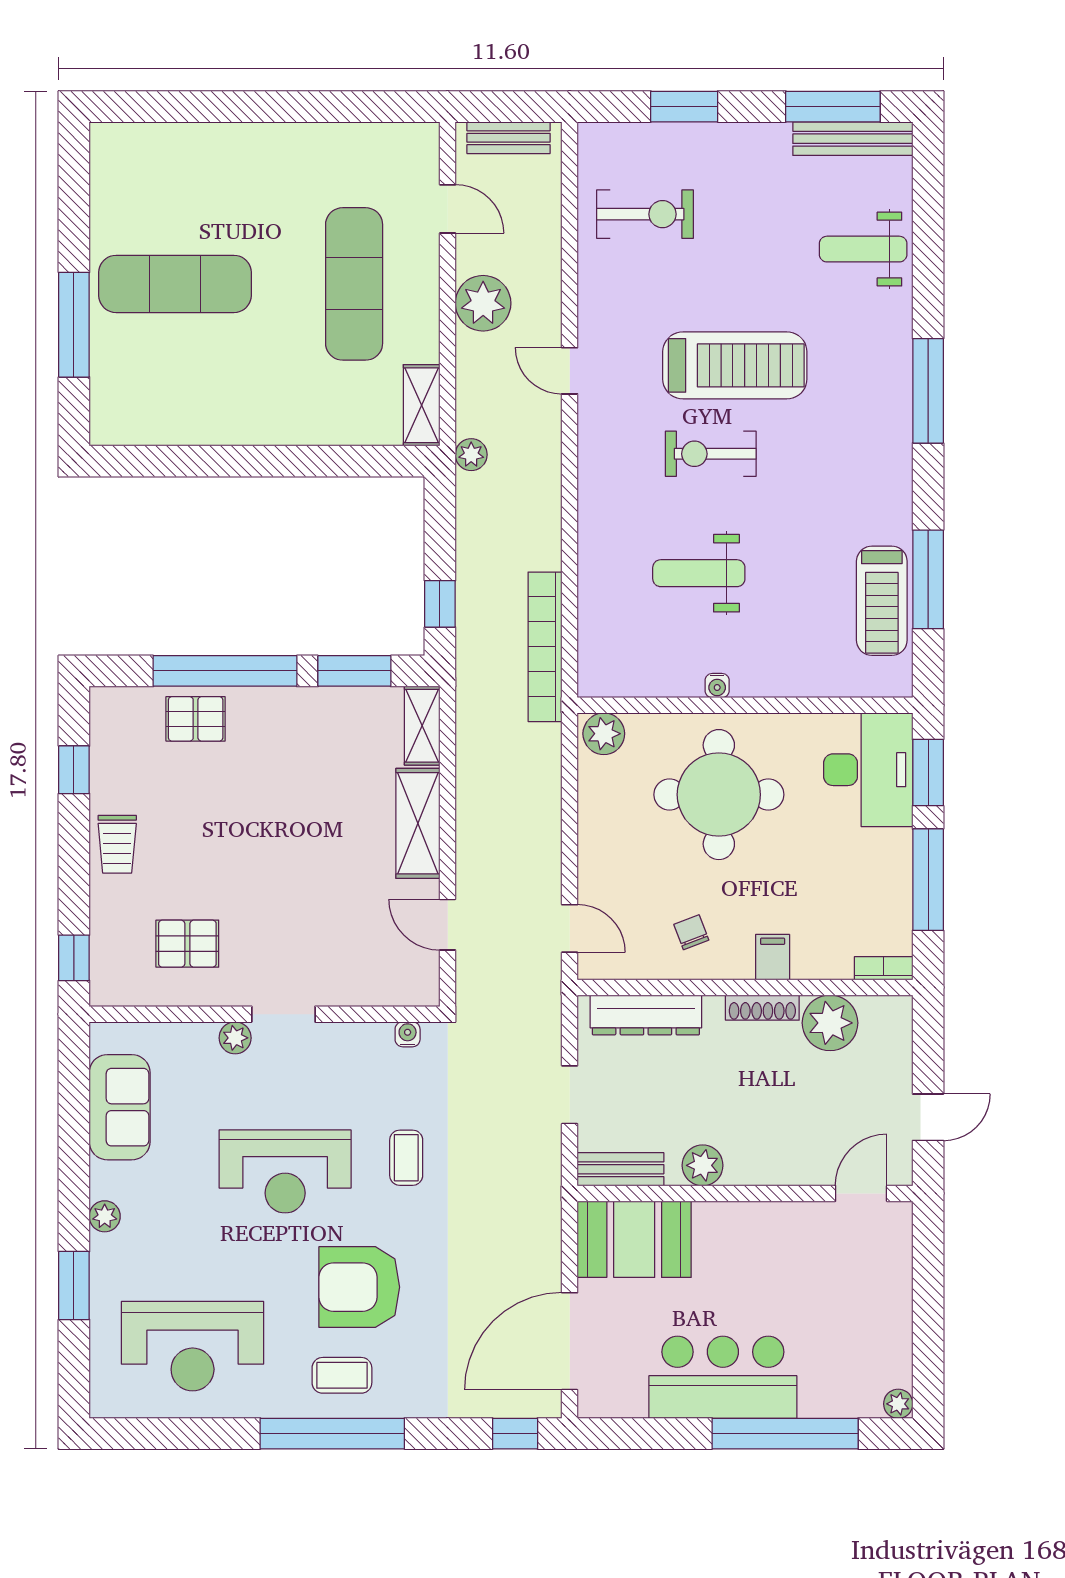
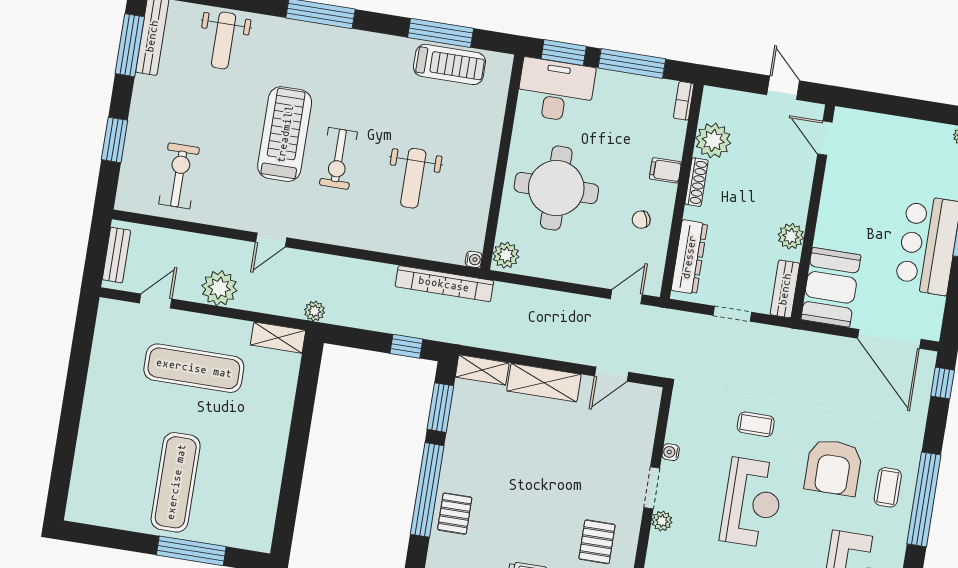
water cooler: (717, 686) -> (474, 259), moved
water cooler: (408, 1034) -> (671, 452), moved

